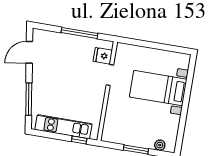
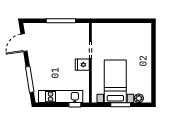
fridge: (103, 56) -> (82, 65), moved
bed with nightstands: (158, 88) -> (115, 81), moved, turned 90

